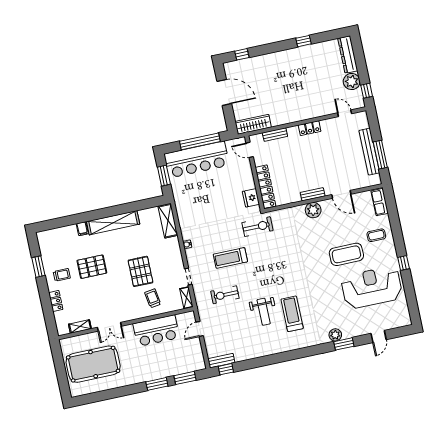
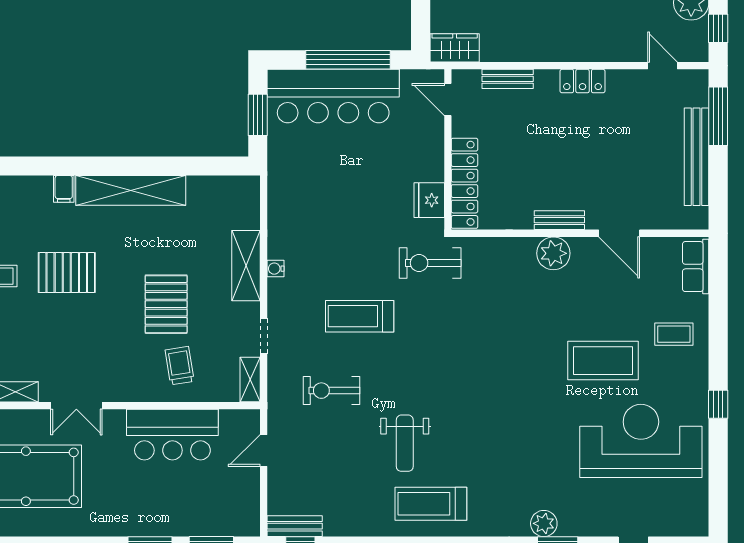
wardrobe: (253, 124) -> (455, 48), width x0.67
window: (380, 155) -> (718, 116), moved
shelving: (168, 221) -> (246, 266), moved
exercise bike: (258, 227) -> (430, 263), turned 180
treadmill: (292, 314) -> (431, 504), moved, turned -90

